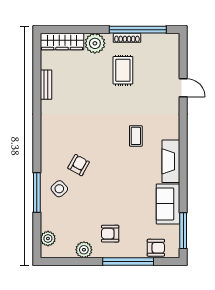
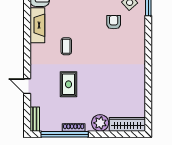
rug: (123, 70) -> (68, 84), moved
bench: (46, 85) -> (35, 119), moved
armchair: (79, 165) -> (114, 22), turned 151

